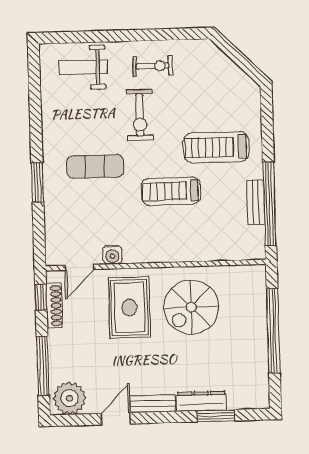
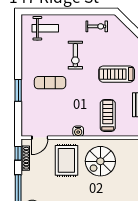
exercise bike: (153, 66) -> (97, 26), moved
weight bench: (83, 67) -> (45, 28), turned 180
treadmill: (171, 191) -> (108, 116), moved, turned 90
water cooler: (112, 255) -> (78, 131), moved

